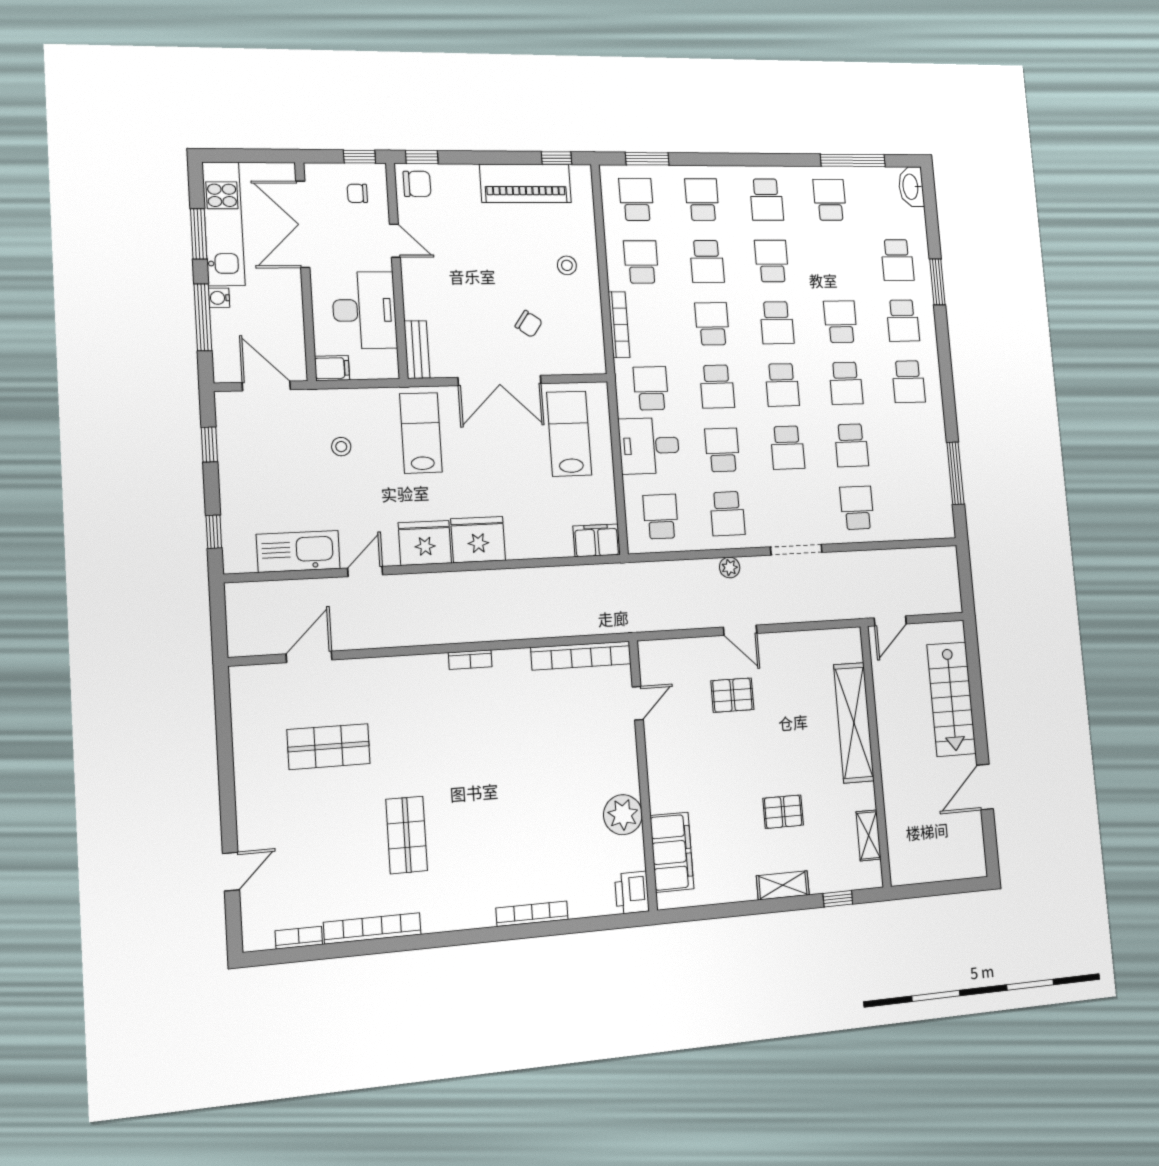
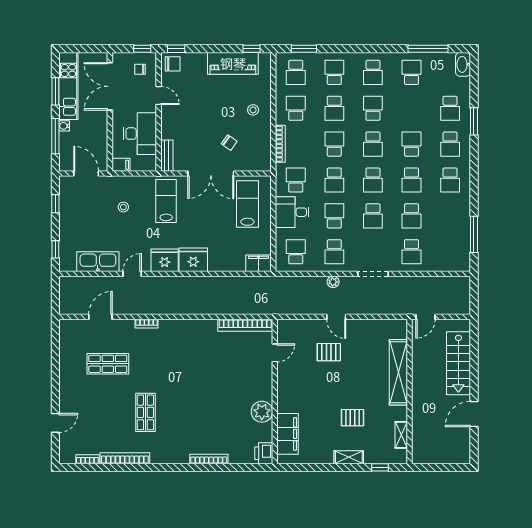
school desk: (636, 199) -> (296, 72), turned 180
school desk: (857, 508) -> (412, 252), turned 180
bookcase: (470, 660) -> (147, 324), moved

